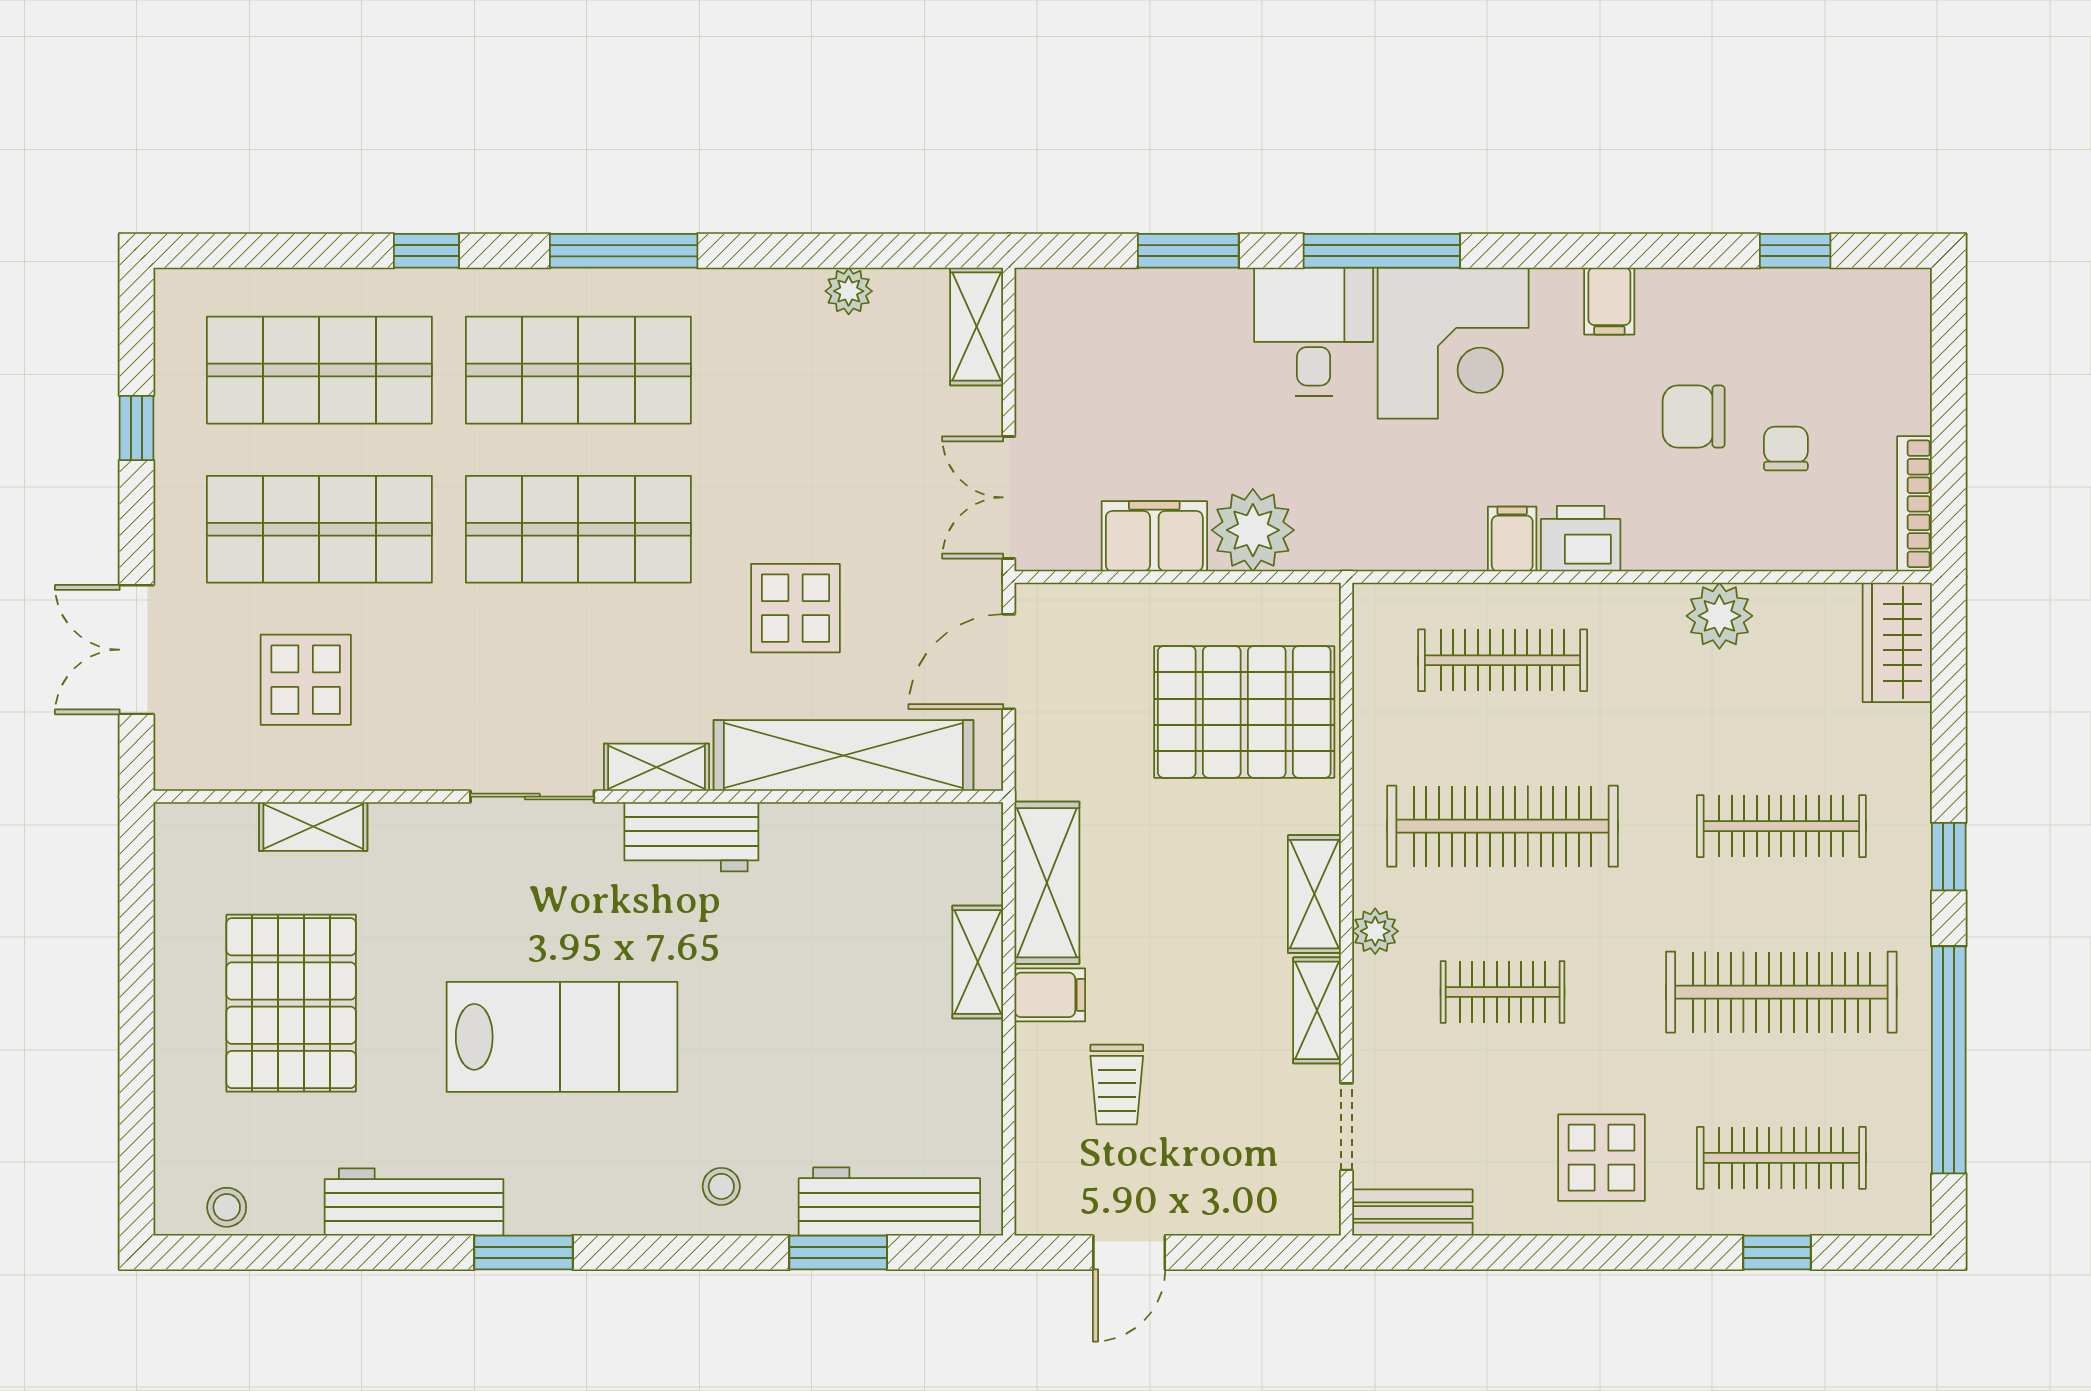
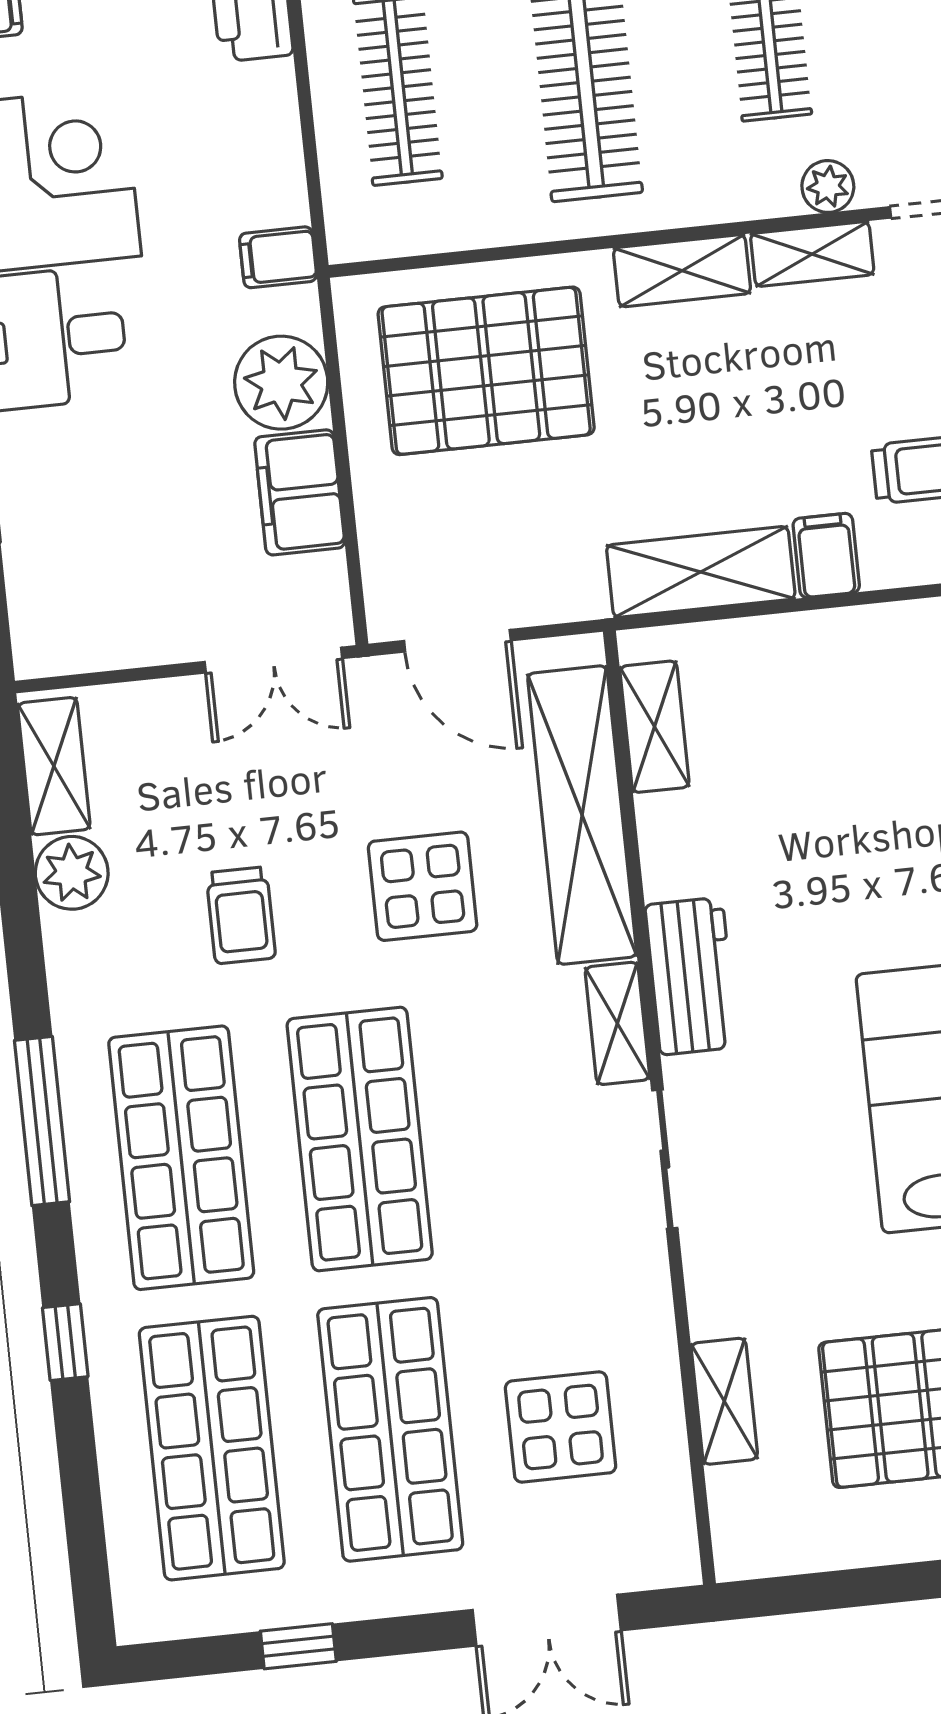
plant: (849, 291) -> (72, 873), width x1.38, depth x1.38
shelving: (977, 326) -> (54, 766), moved, turned 90
trolley: (787, 445) -> (241, 915), added
filing cabinet: (1512, 539) -> (278, 257), moved
pallet: (1244, 712) -> (486, 371), turned 90
plant: (1375, 931) -> (828, 186), moved
shelving: (978, 962) -> (655, 727), moved, turned 90

